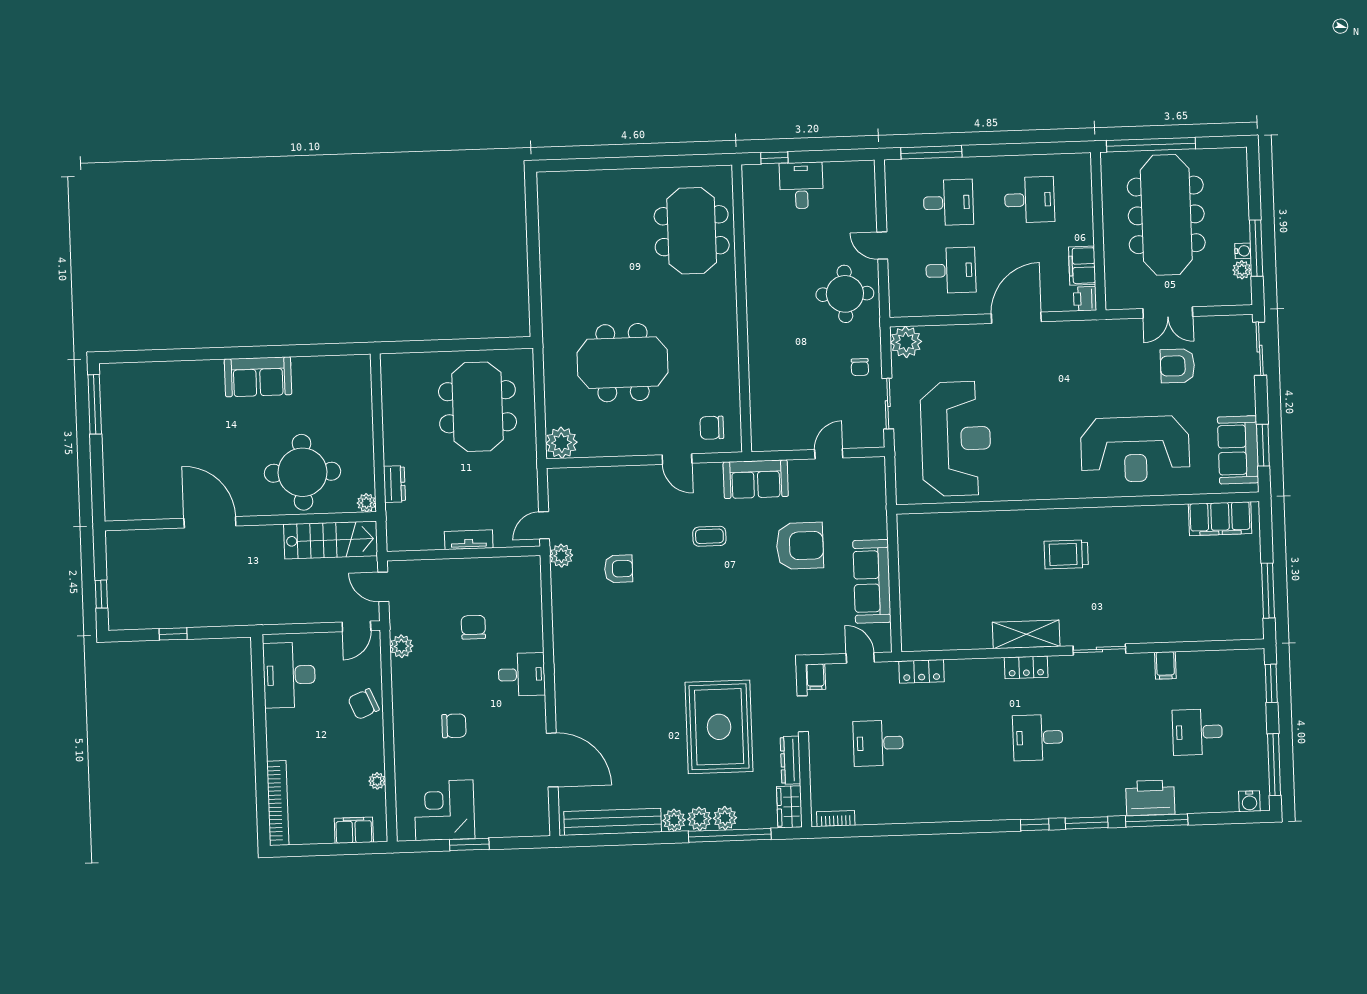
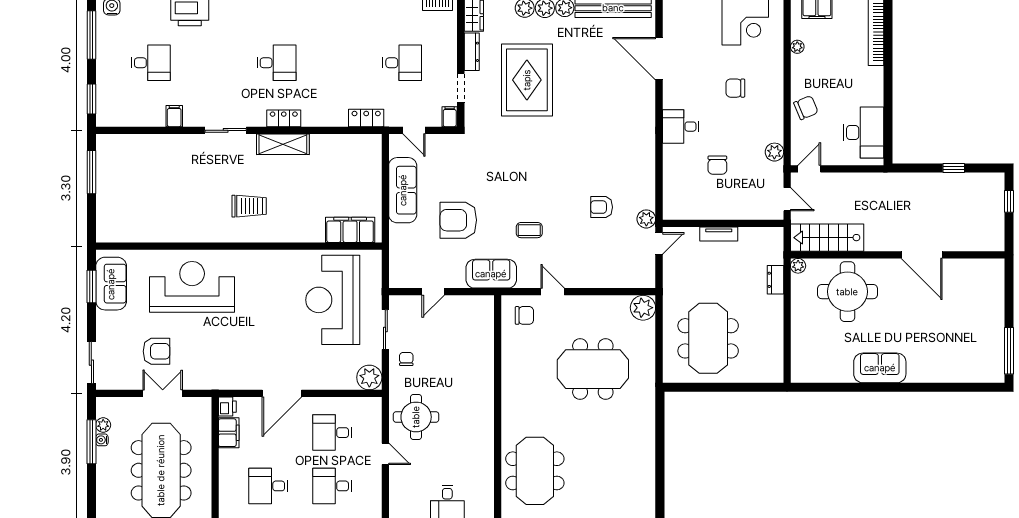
filing cabinet: (1220, 519) -> (350, 230), moved

